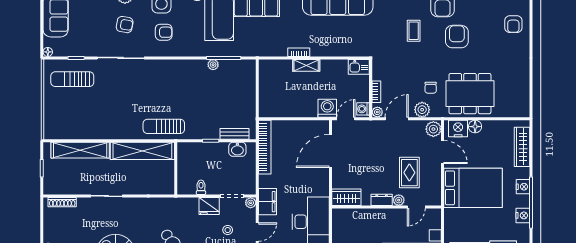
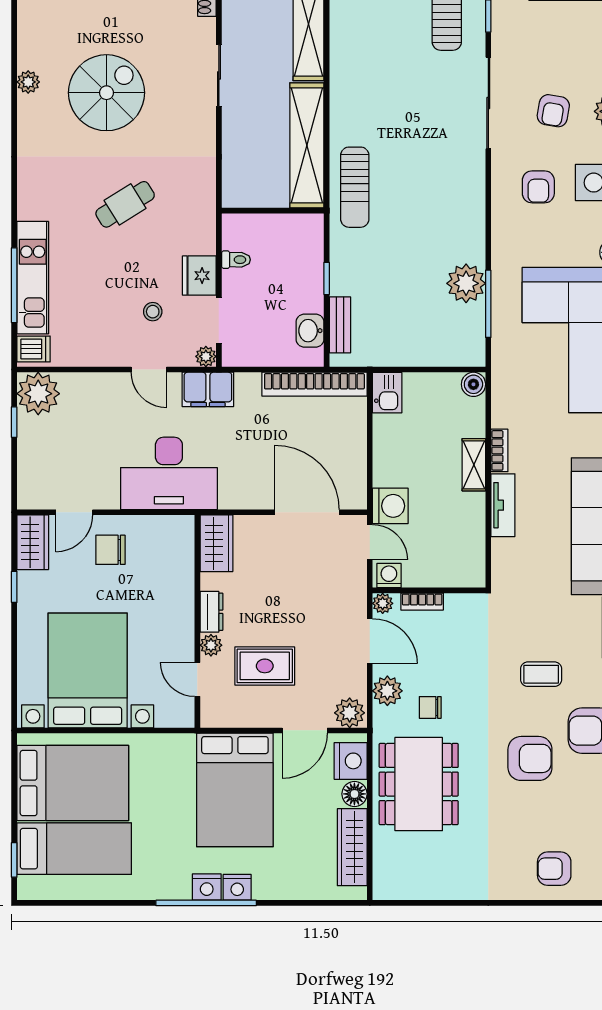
tv unit: (327, 50) -> (503, 505), added
plant: (213, 65) -> (466, 283), width x1.87, depth x1.87
boiler: (265, 65) -> (473, 384), added
kitchen sink: (359, 67) -> (387, 393), moved, turned 180
sun lounger: (164, 126) -> (355, 187), turned 180
wardrobe: (522, 147) -> (352, 847), moved, turned -90
nightstand: (523, 215) -> (207, 887), moved

